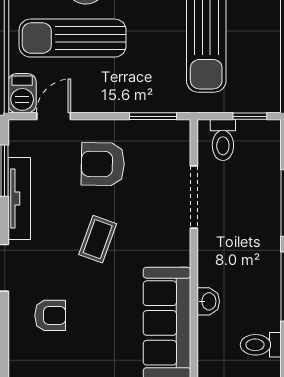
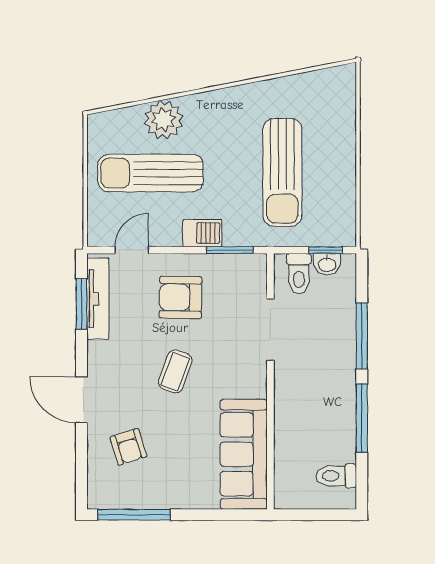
barbecue: (22, 93) -> (202, 233), moved, turned -90
tv unit: (19, 199) -> (98, 299), moved
washbasin: (208, 301) -> (327, 264), moved, turned 90
armchair: (50, 315) -> (128, 447), turned 73

